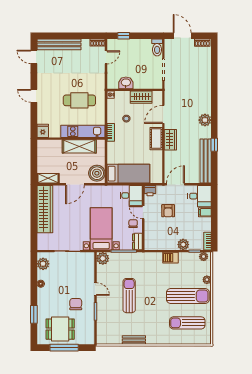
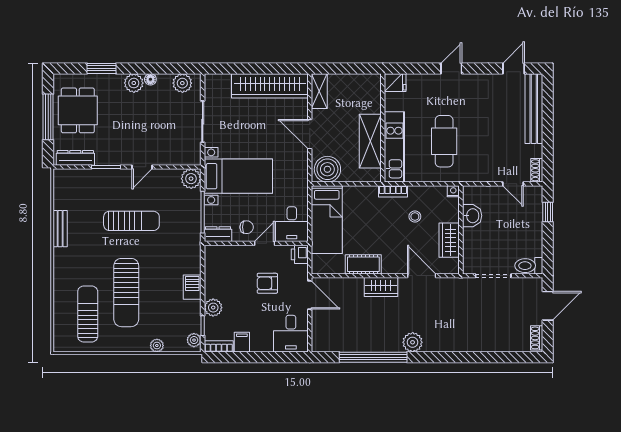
cot: (156, 139) -> (363, 264), moved
window: (214, 145) -> (373, 357), width x3.17
bench: (206, 161) -> (347, 343), removed
filing cabinet: (205, 212) -> (242, 342), moved
plant: (43, 294) -> (134, 83), added
sun lounger: (188, 296) -> (126, 293), moved
chair: (76, 304) -> (118, 135), removed
dresser: (90, 331) -> (75, 158), added

